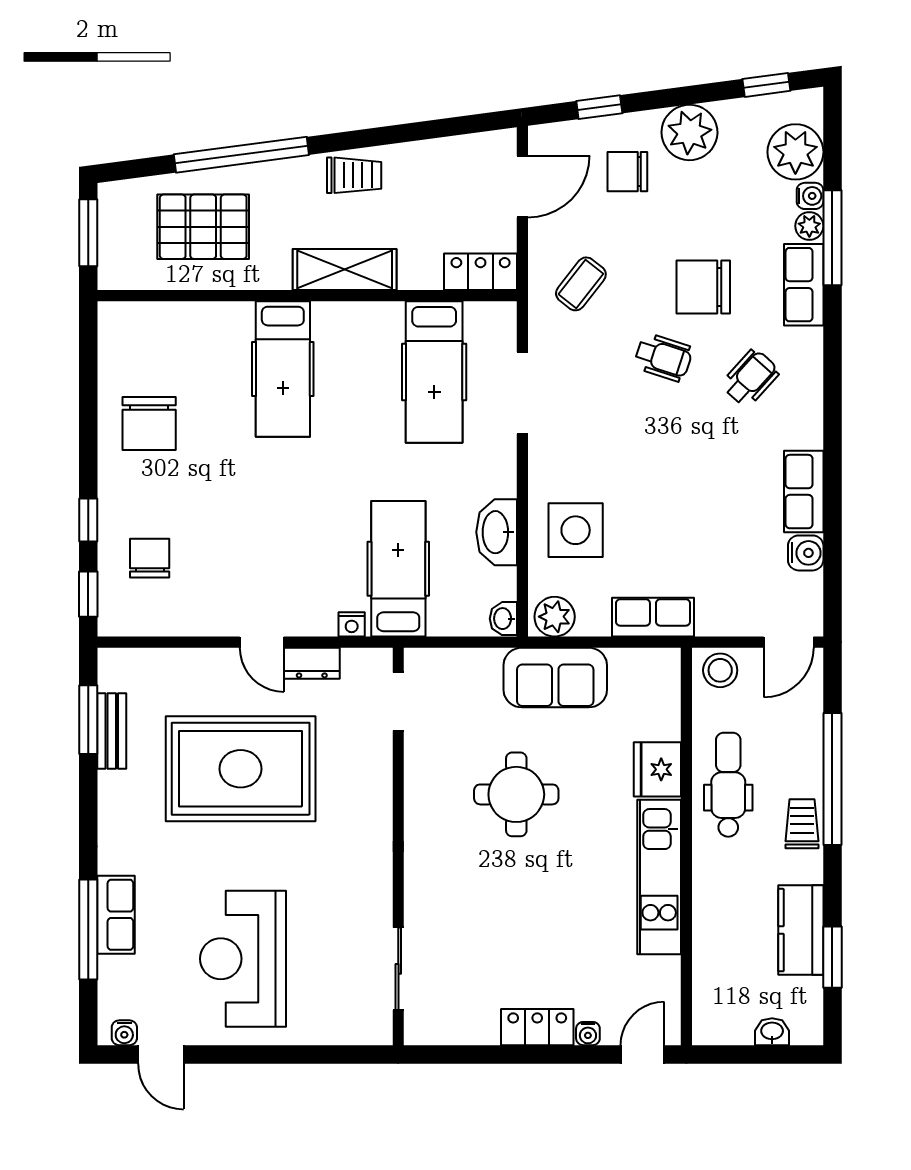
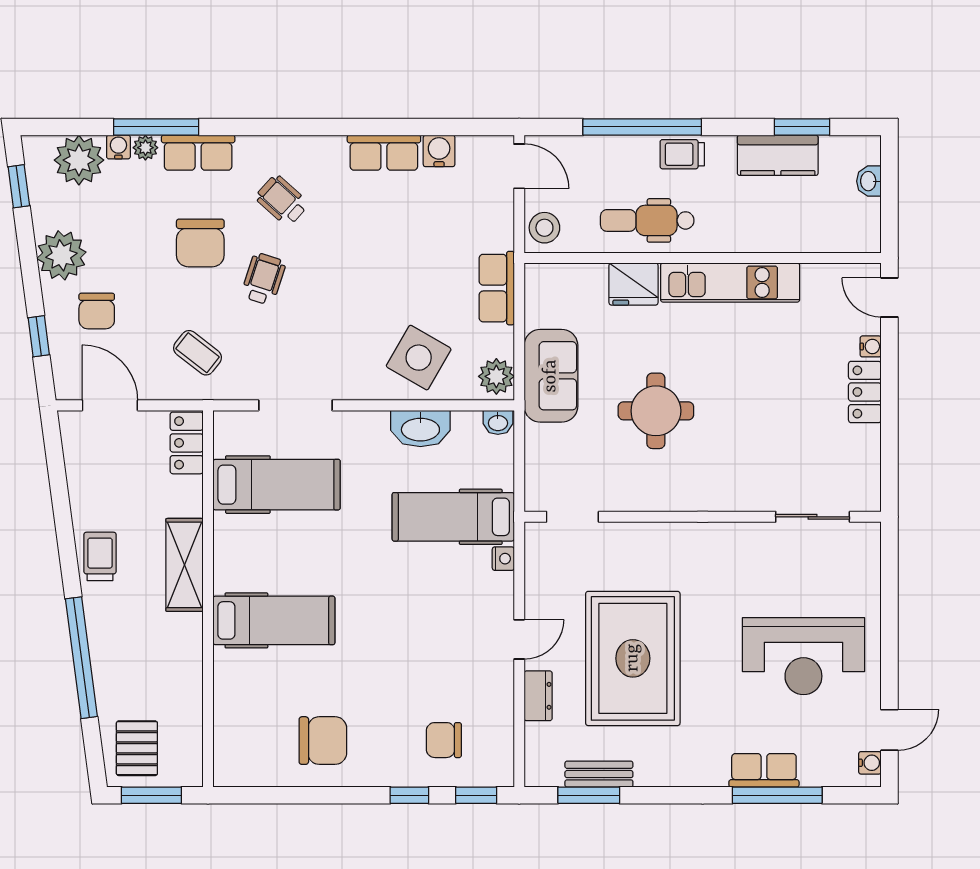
pallet: (203, 227) -> (137, 748), moved, width x0.67, depth x0.71
side table: (576, 530) -> (419, 358), turned 30
dresser: (312, 663) -> (538, 696), moved

